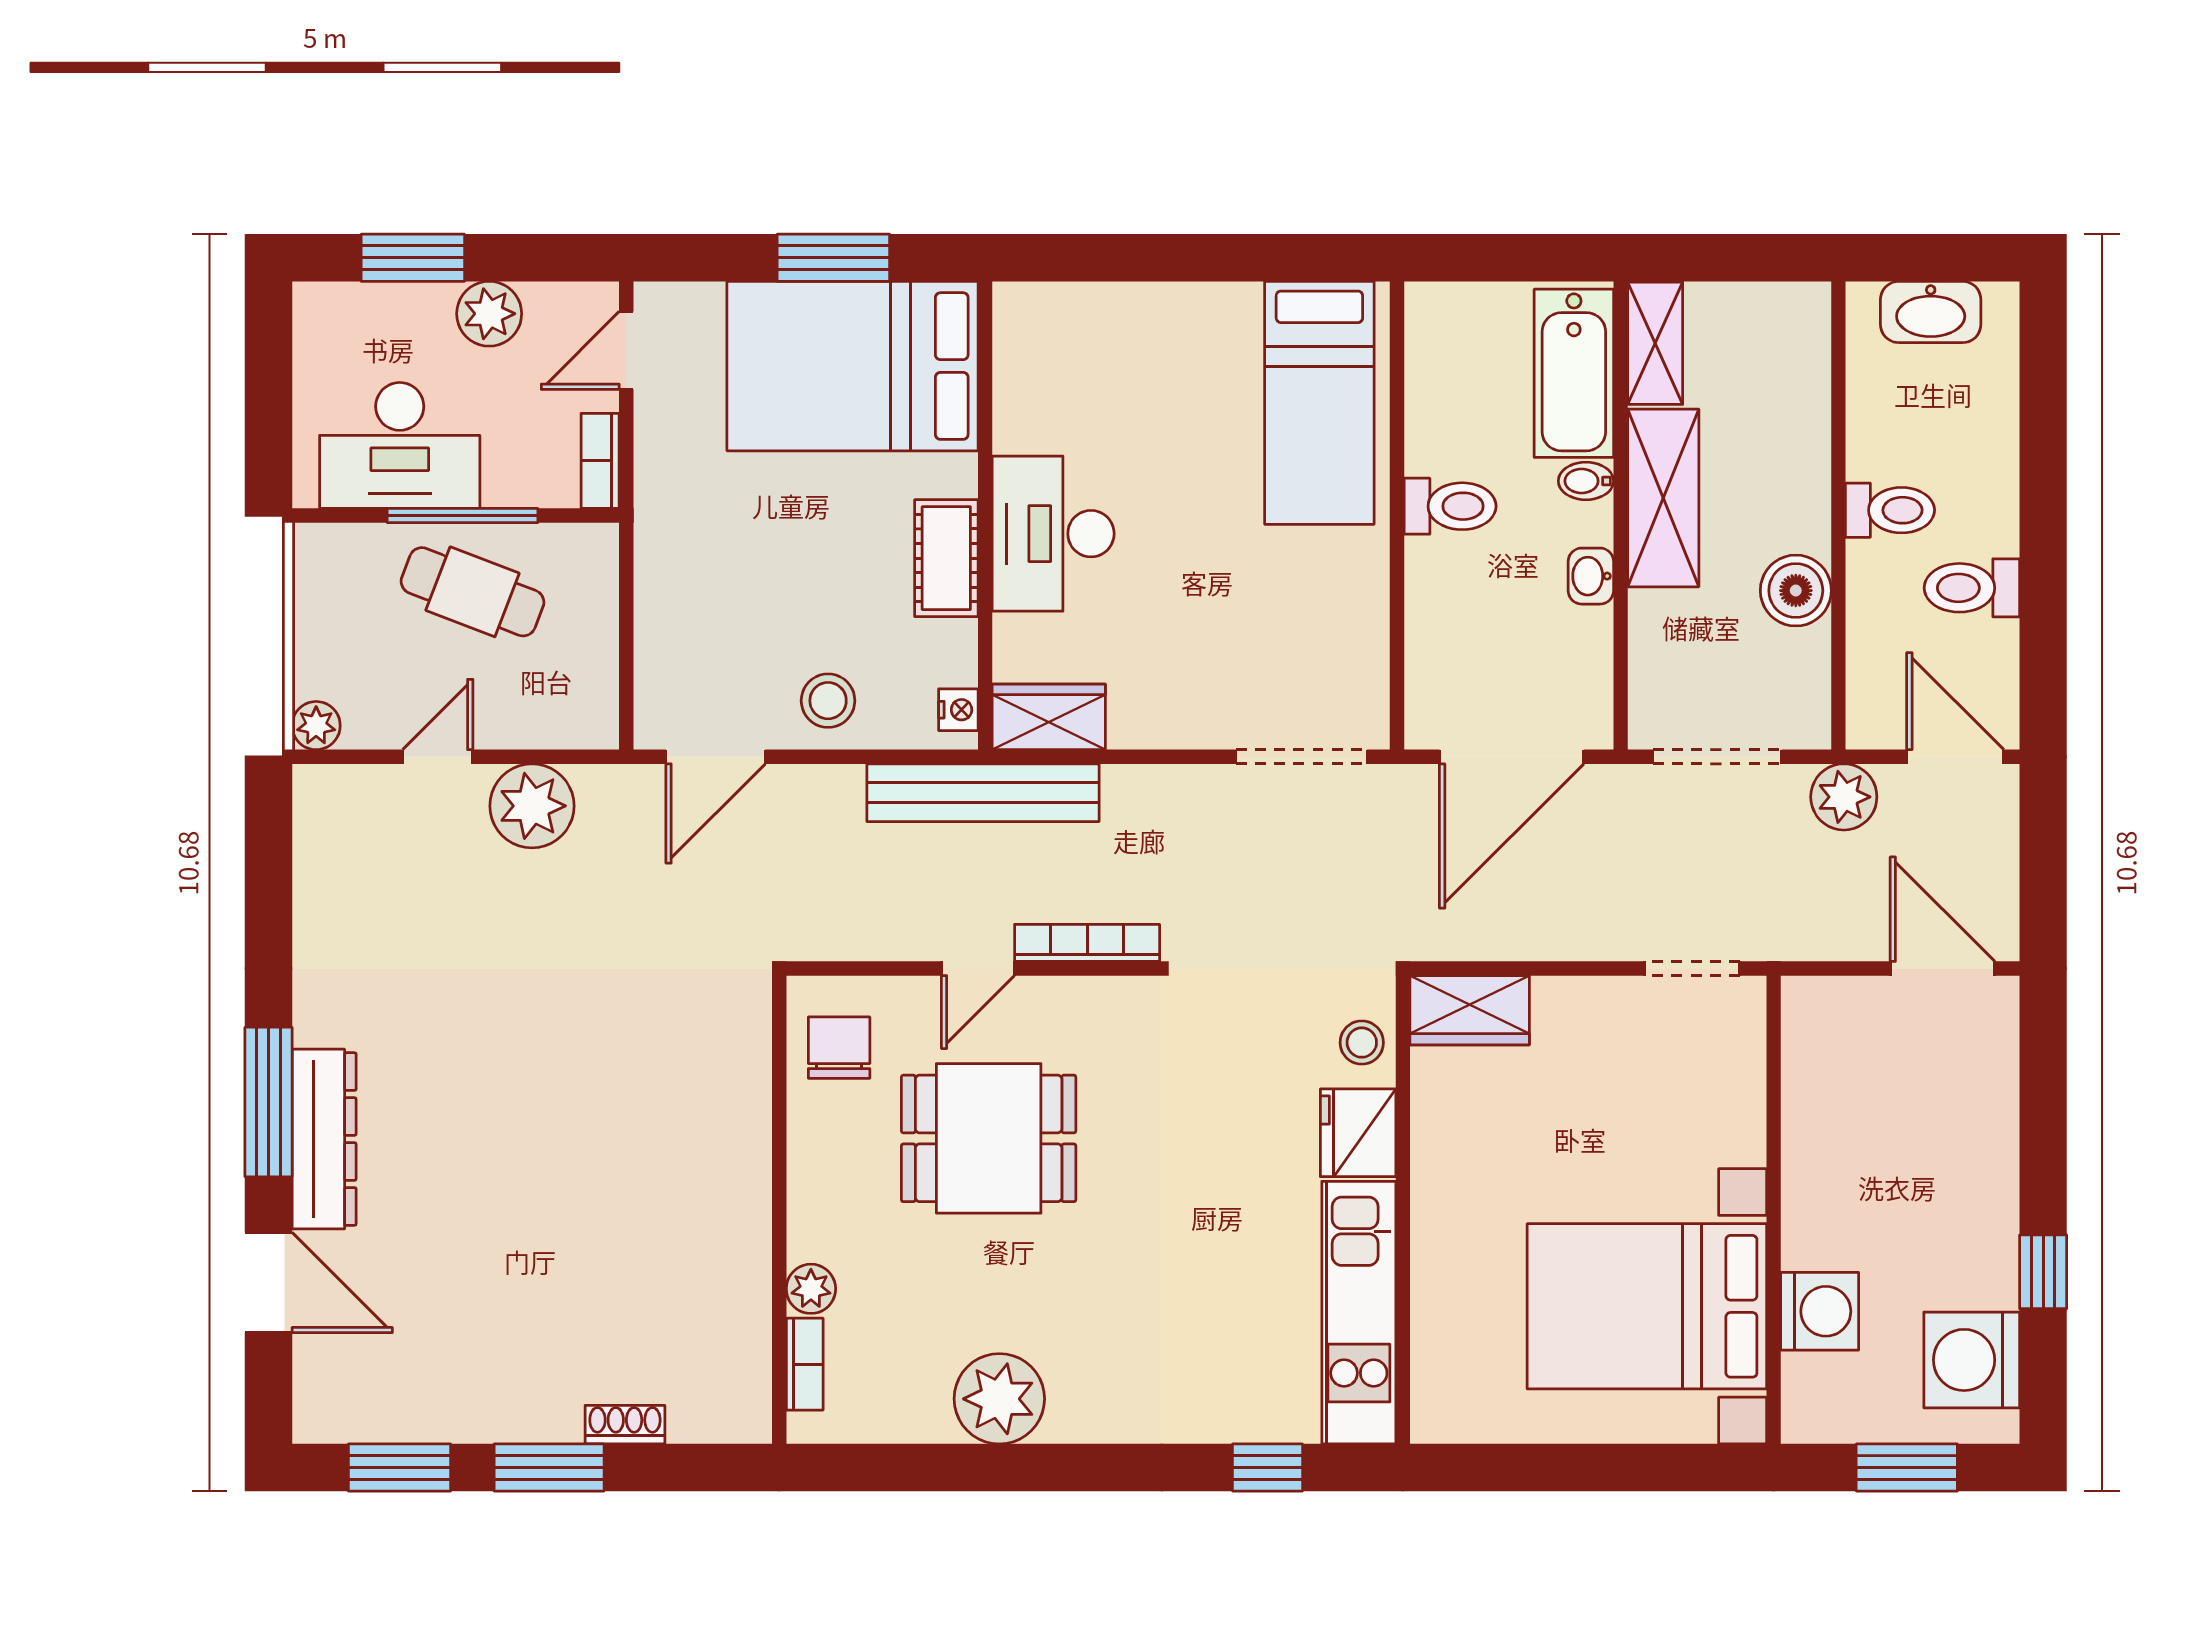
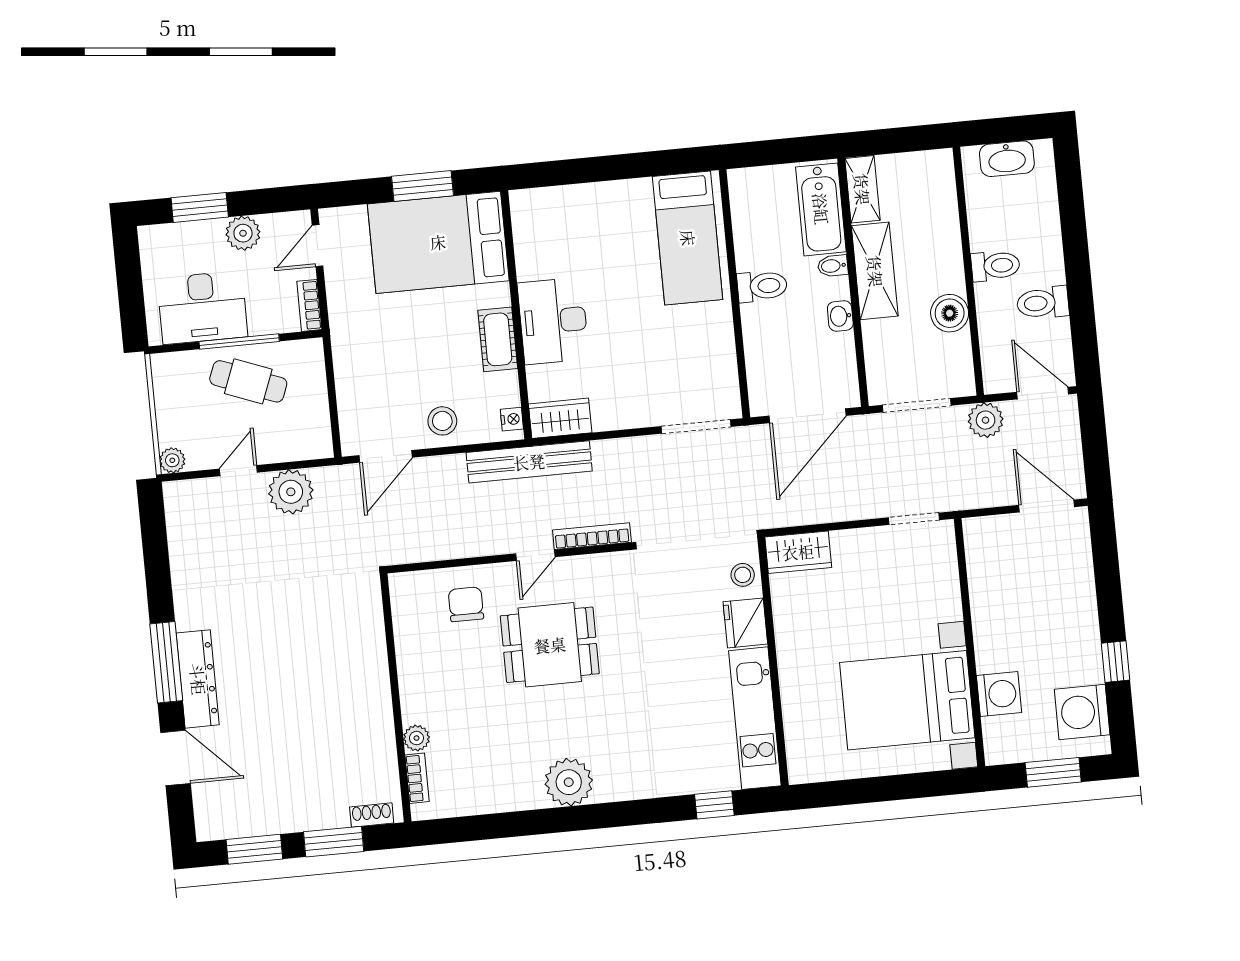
wall: (779, 1210) -> (396, 698), moved
plant: (811, 1289) -> (417, 738), moved
bookcase: (805, 1364) -> (417, 778), moved

